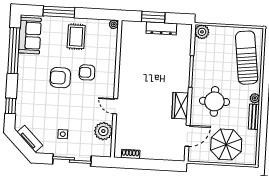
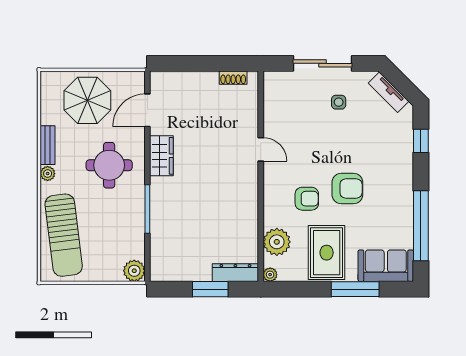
dresser: (161, 28) -> (235, 273), moved
sofa: (30, 36) -> (386, 266), moved, turned 90
rug: (76, 37) -> (327, 253), width x1.36, depth x1.43
plant: (103, 131) -> (277, 242), moved

